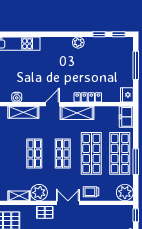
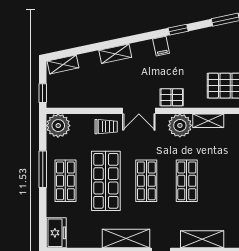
shop shelf: (120, 153) -> (65, 181), width x0.70, depth x0.74

